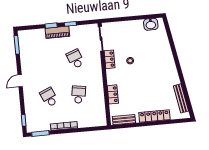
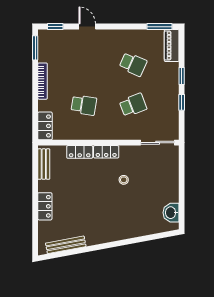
piano: (57, 32) -> (172, 45), moved
locker: (110, 59) -> (106, 152), moved
door: (20, 81) -> (87, 27), moved
school desk: (49, 97) -> (133, 64), moved, turned 48
locker: (154, 116) -> (45, 206), width x0.66
locker: (96, 121) -> (45, 126), added

